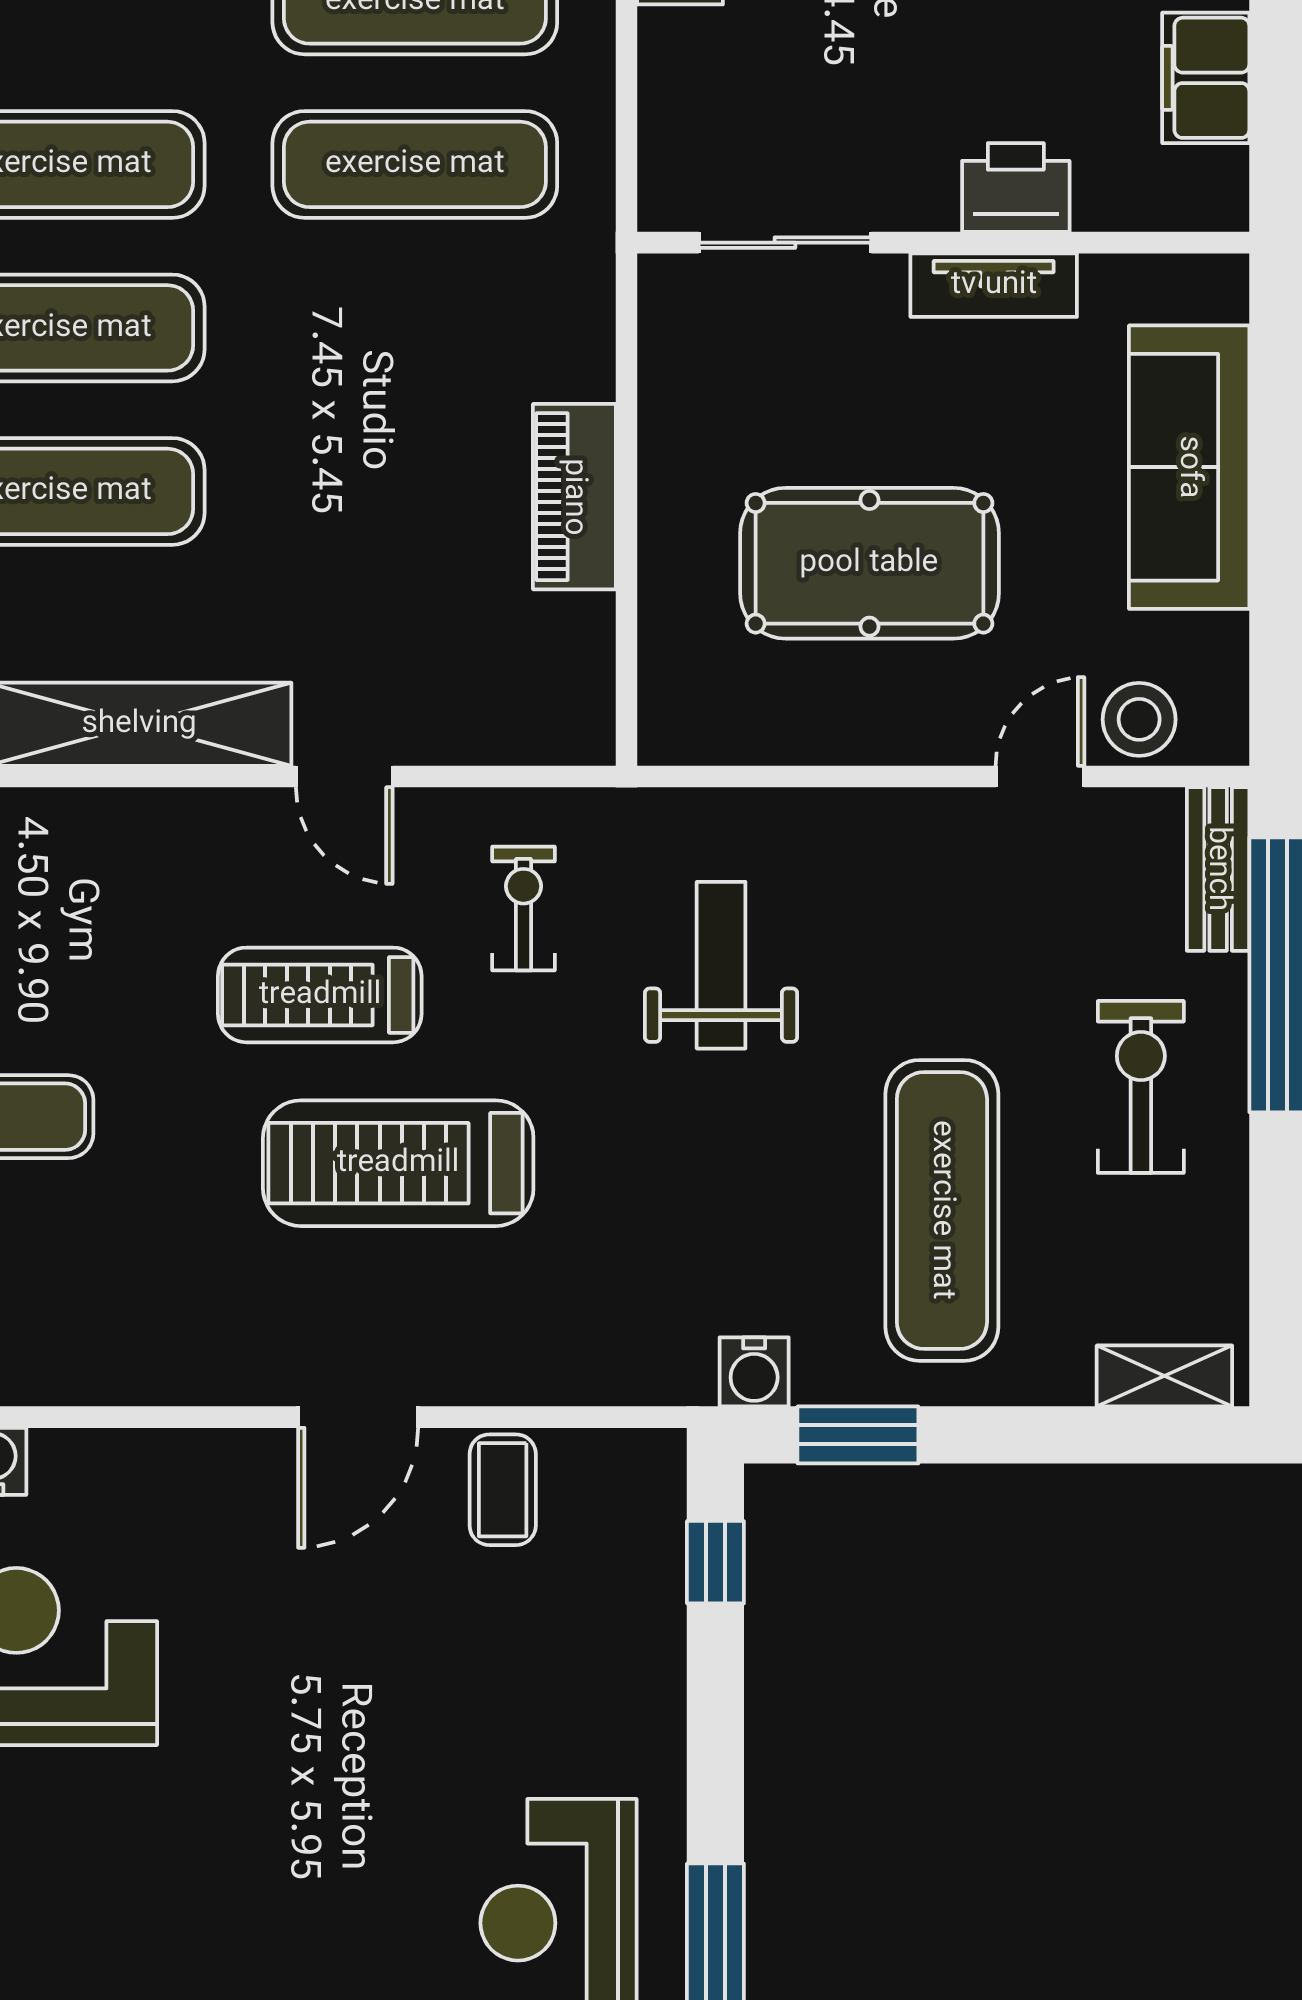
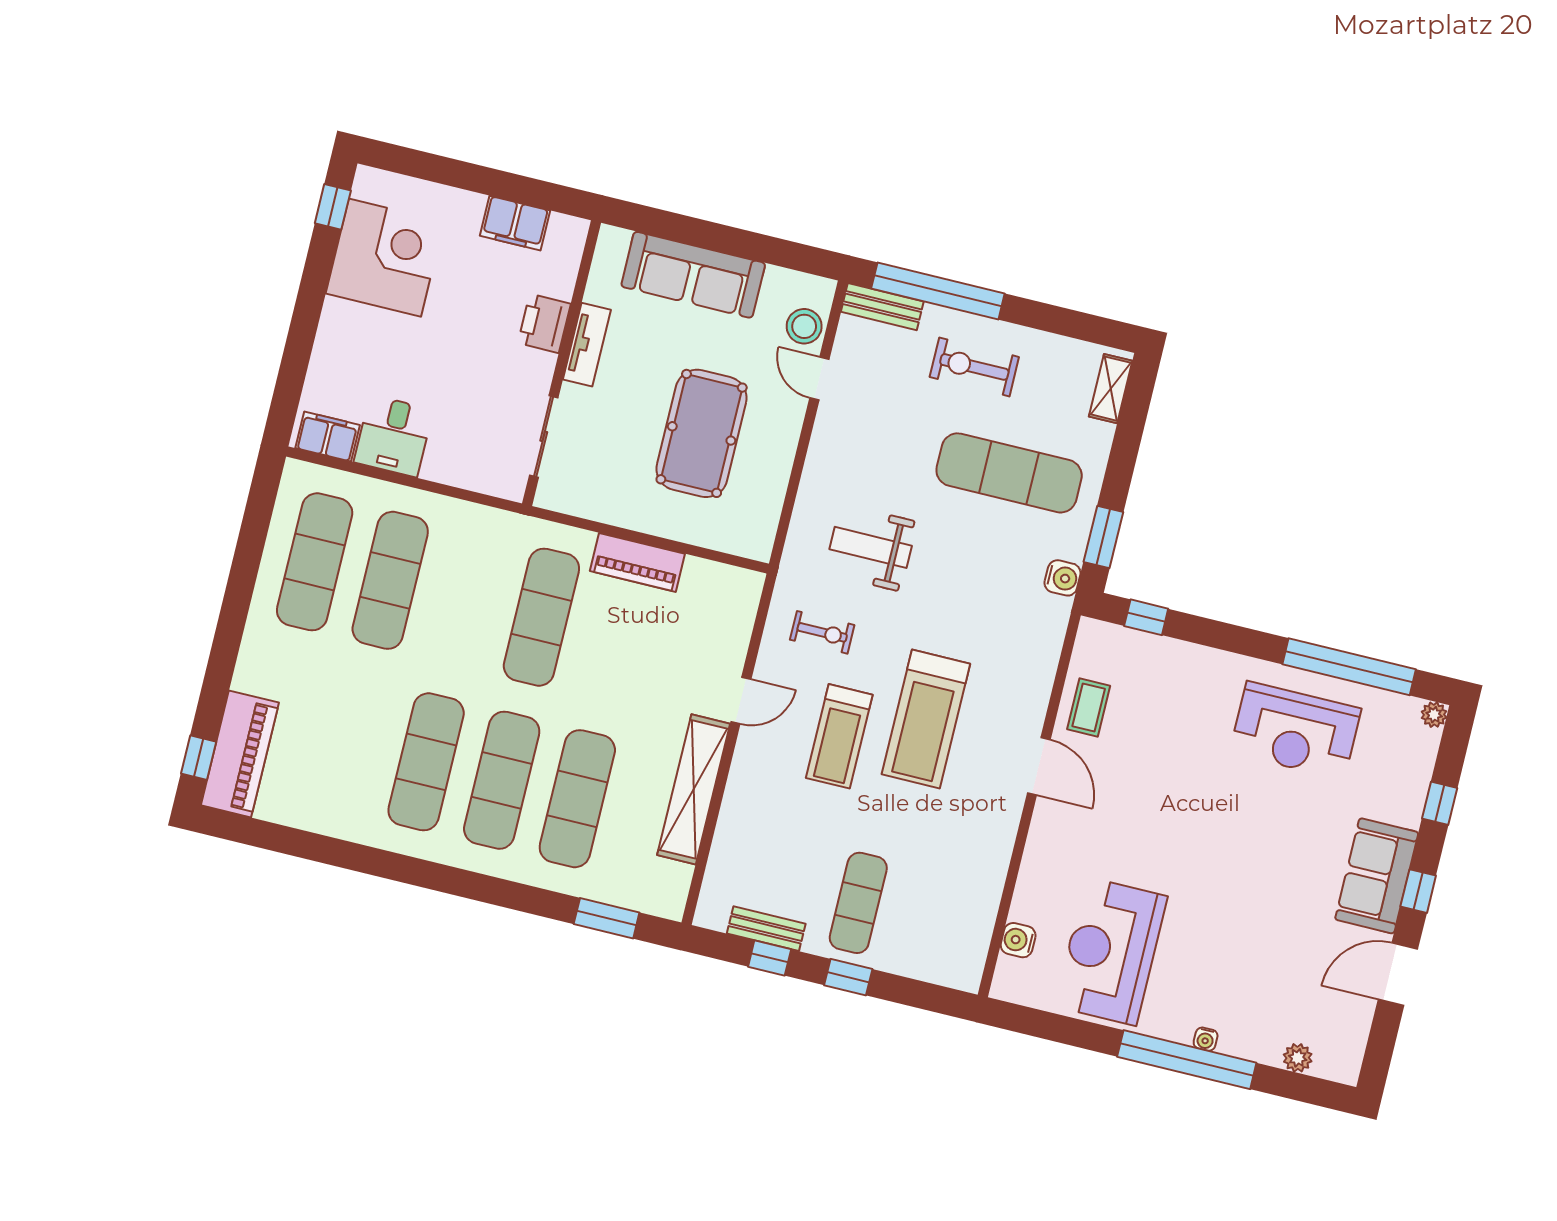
exercise mat: (415, 164) -> (541, 617), moved
exercise bike: (523, 908) -> (822, 632), turned 180
coffee table: (503, 1490) -> (1089, 708), turned 90

